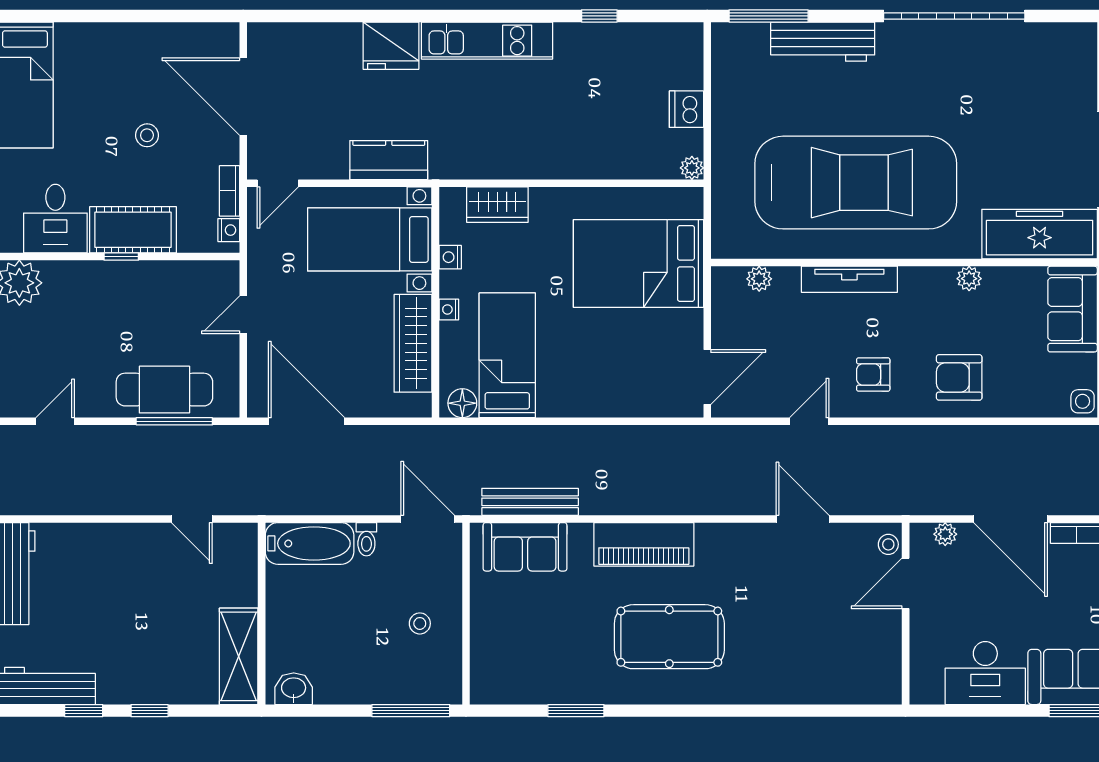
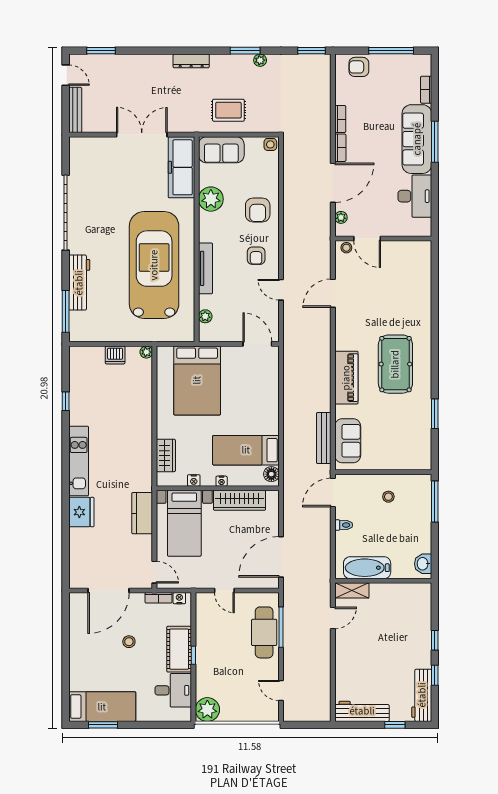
plant: (969, 279) -> (211, 199), width x1.88, depth x1.88
bathtub: (310, 543) -> (367, 568), moved, turned -90
shelving: (239, 656) -> (352, 590), moved, width x0.67, depth x0.75

